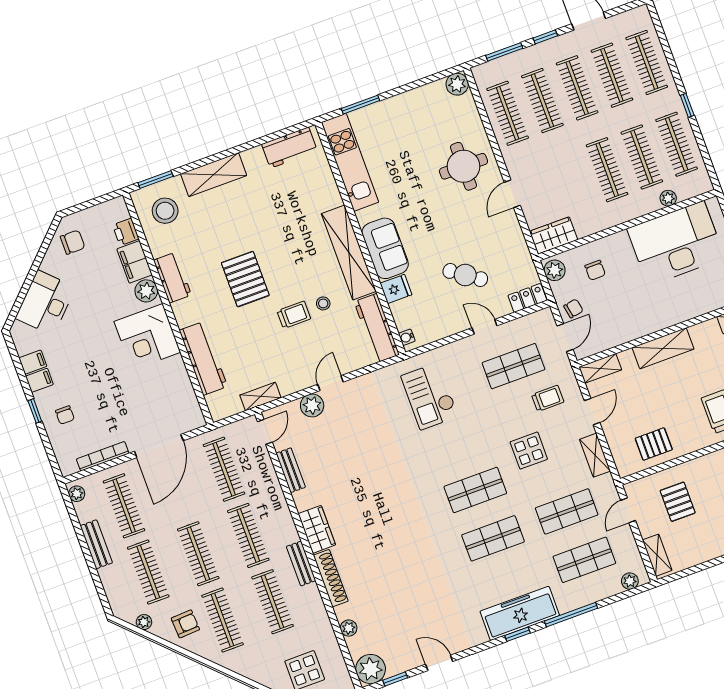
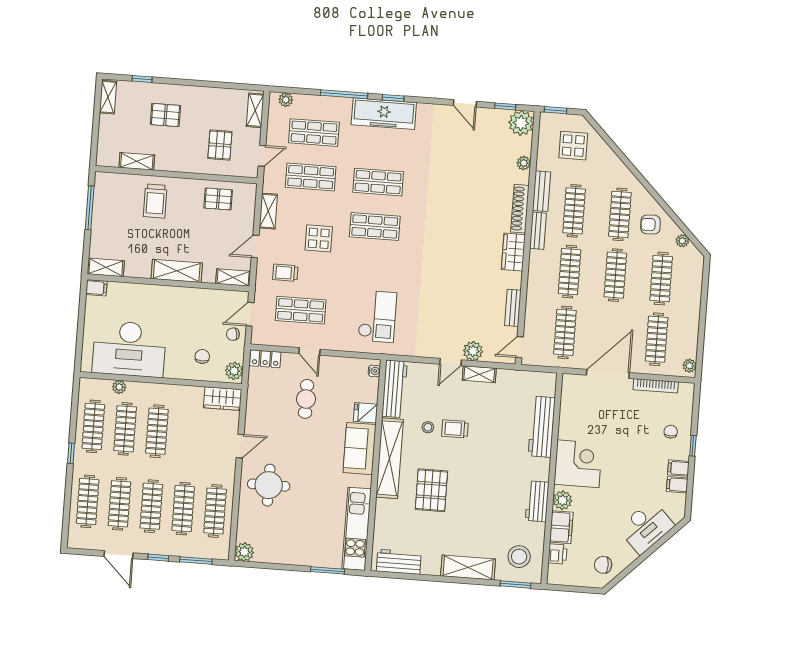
cafe table: (465, 275) -> (306, 399), turned 55
pallet: (245, 279) -> (431, 490), moved
shelving: (260, 396) -> (479, 374), moved
bench: (96, 544) -> (542, 191), moved

